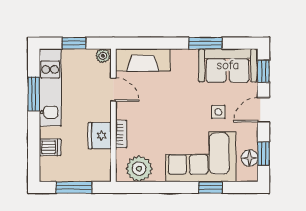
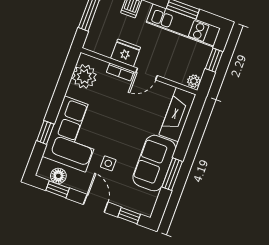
sofa: (228, 65) -> (154, 163), moved
door: (113, 90) -> (146, 74), moved

